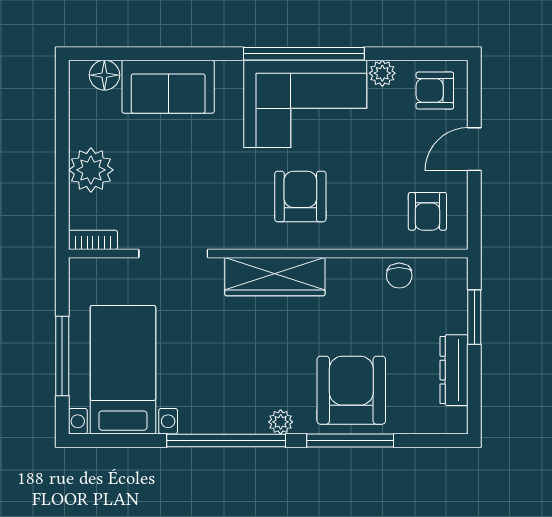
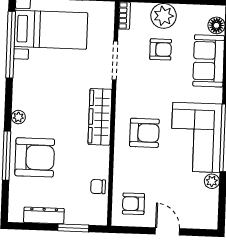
armchair: (435, 91) -> (161, 49), moved, turned 90
window: (226, 440) -> (11, 45), moved

